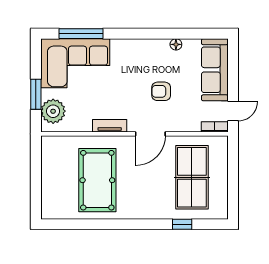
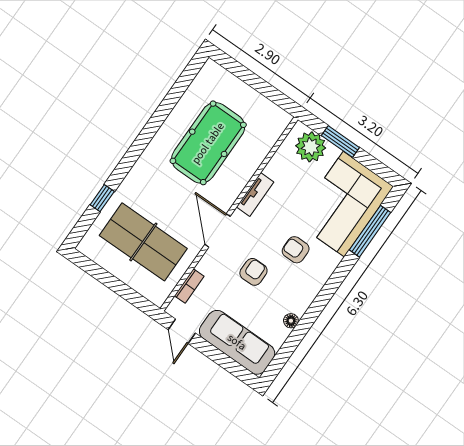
armchair: (127, 74) -> (296, 250), added
bookcase: (215, 127) -> (189, 286), moved
pool table: (97, 180) -> (208, 143), turned 90

